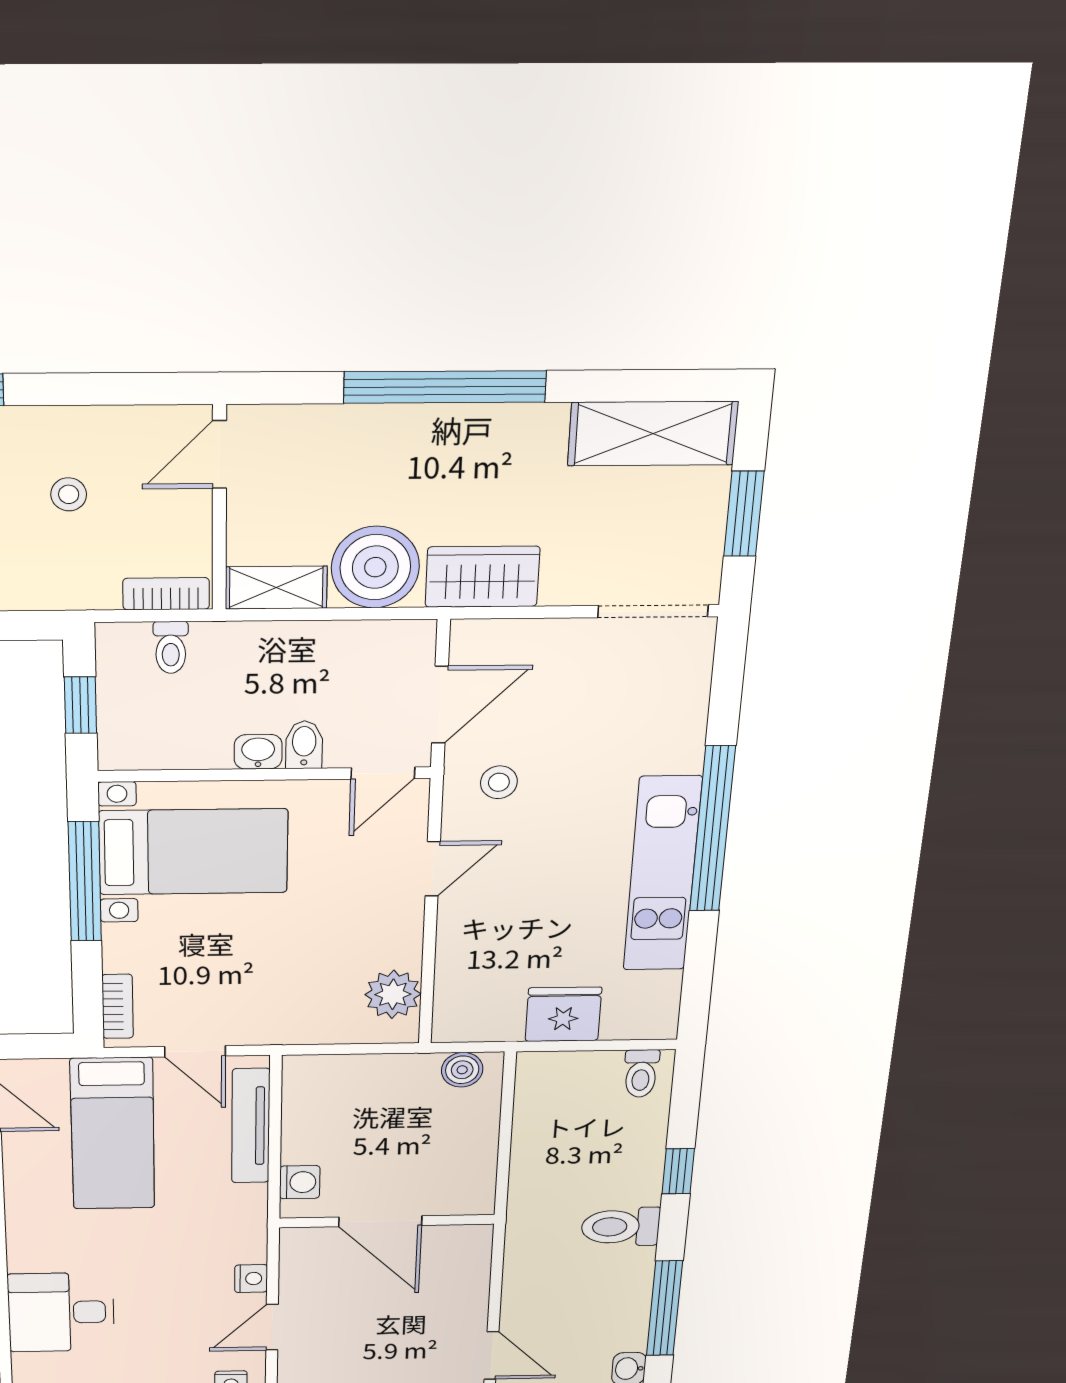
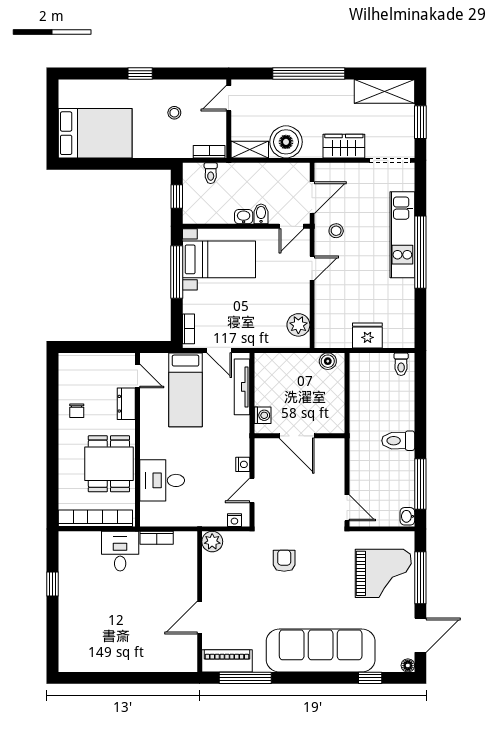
wardrobe: (482, 577) -> (344, 146), moved
kitchen unit: (662, 874) -> (402, 235), moved
window: (678, 1171) -> (420, 413), removed

